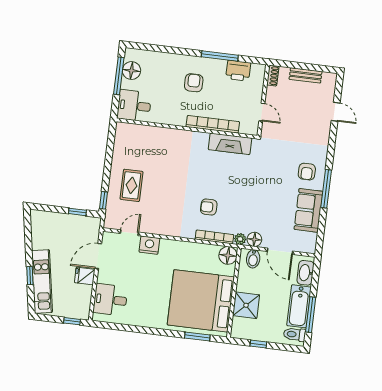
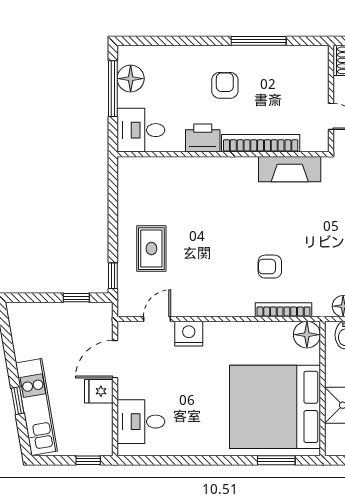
printer: (238, 71) -> (203, 138), moved, turned 180
plant: (240, 239) -> (322, 308), removed

